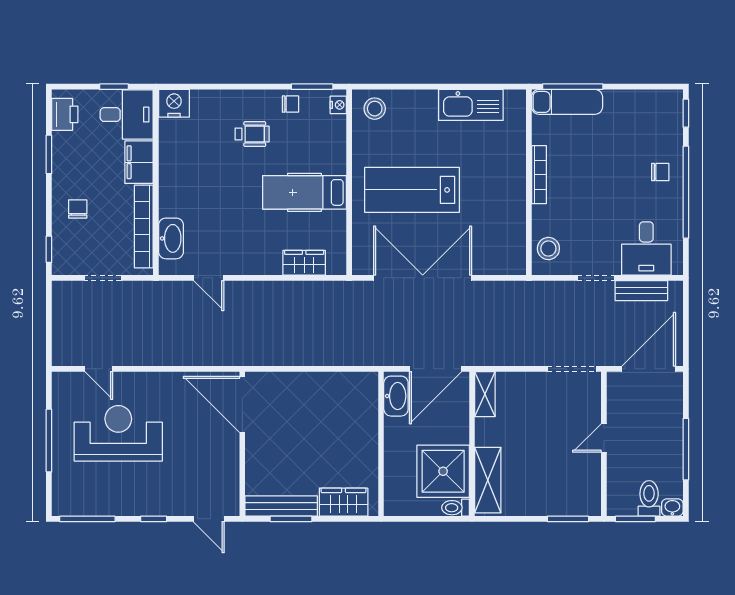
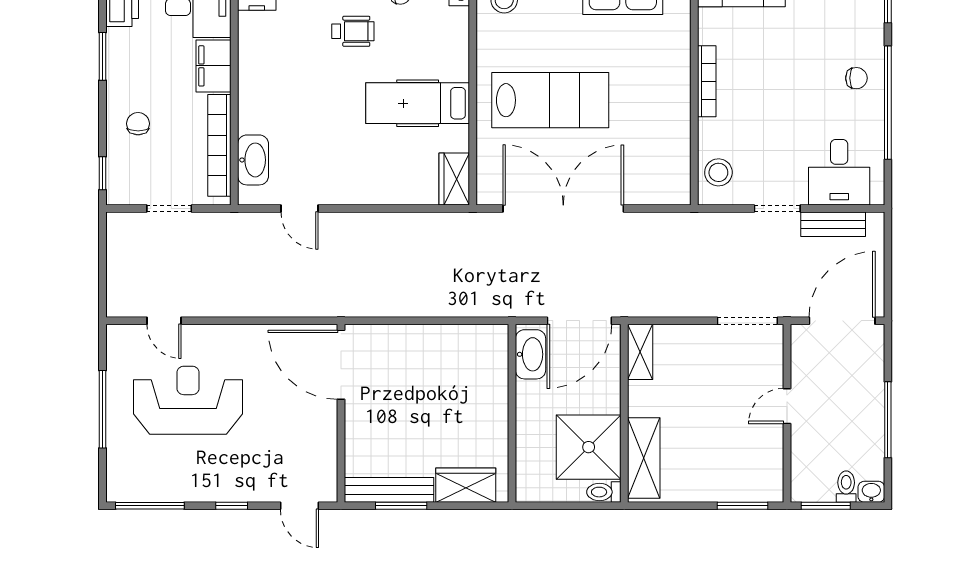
lab bench: (412, 190) -> (550, 100), turned 180
wardrobe: (304, 263) -> (454, 179), moved, turned -90
toilet: (649, 498) -> (846, 487), width x0.73, depth x0.72

